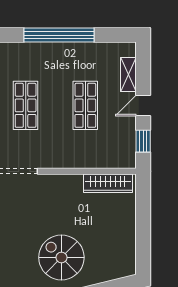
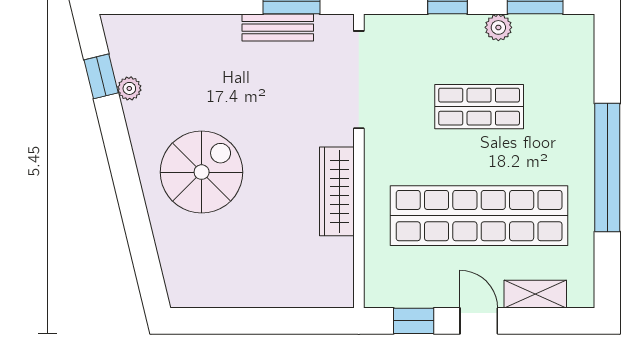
shop shelf: (85, 105) -> (479, 216), width x2.00, depth x1.36
wardrobe: (108, 183) -> (337, 191), moved

